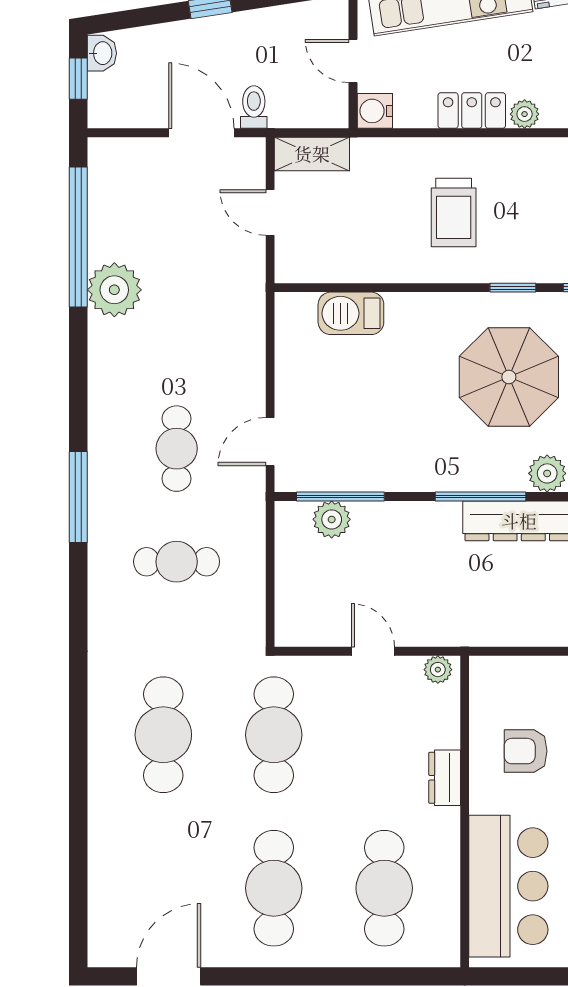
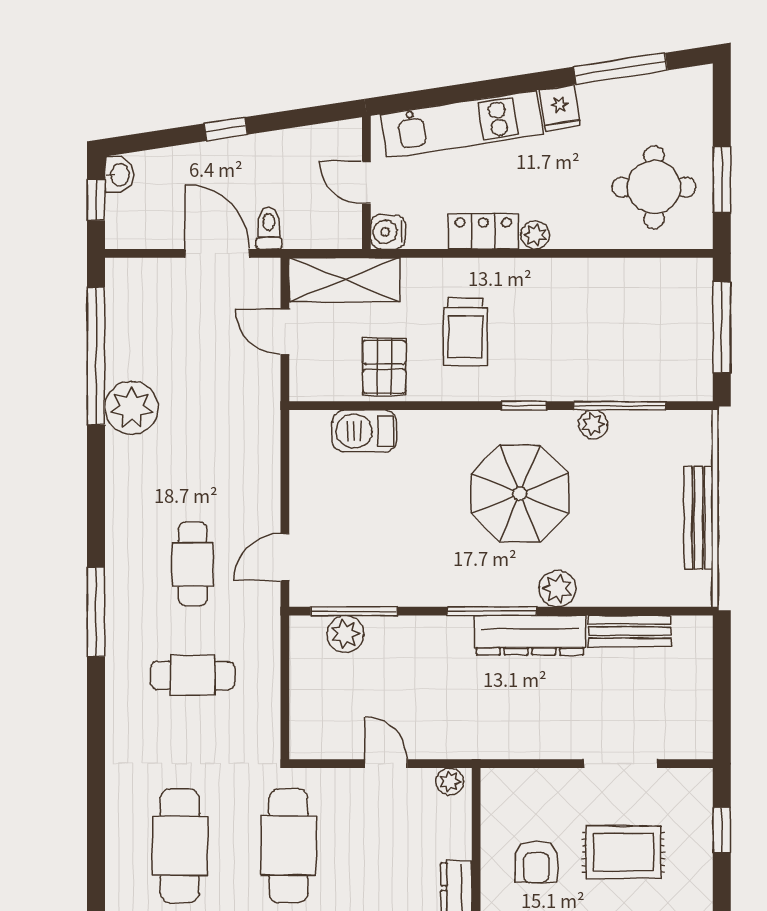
shelving: (312, 154) -> (344, 280), width x1.50, depth x1.33
pallet: (371, 248) -> (384, 367), added
armchair: (526, 751) -> (536, 862), turned -90

